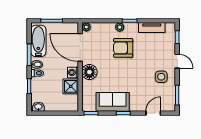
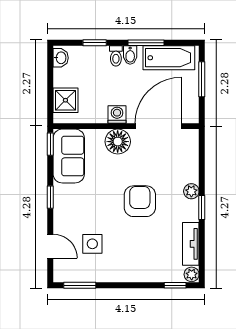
plant: (86, 27) -> (192, 274), moved
armchair: (123, 48) -> (140, 201), moved
door: (177, 61) -> (136, 285), removed
side table: (161, 77) -> (92, 244), moved
shower: (71, 86) -> (65, 100), moved
sofa: (113, 102) -> (69, 156), moved

